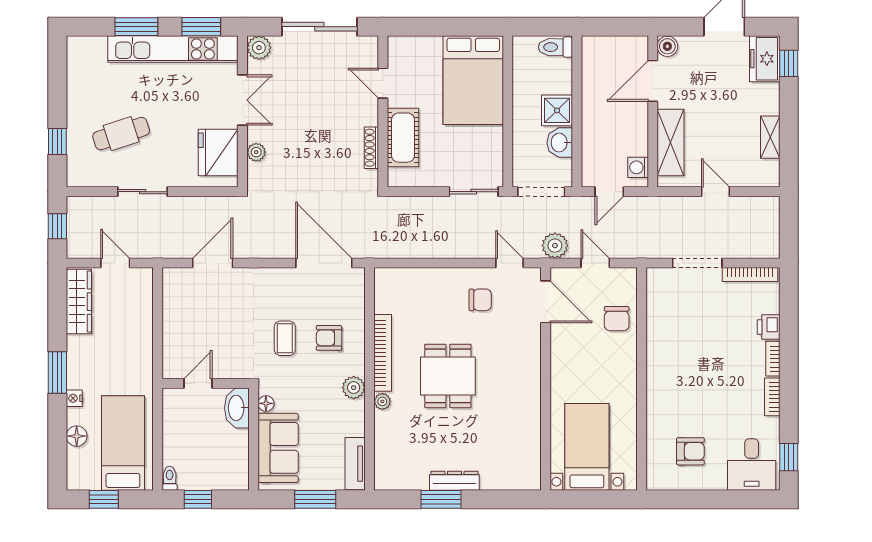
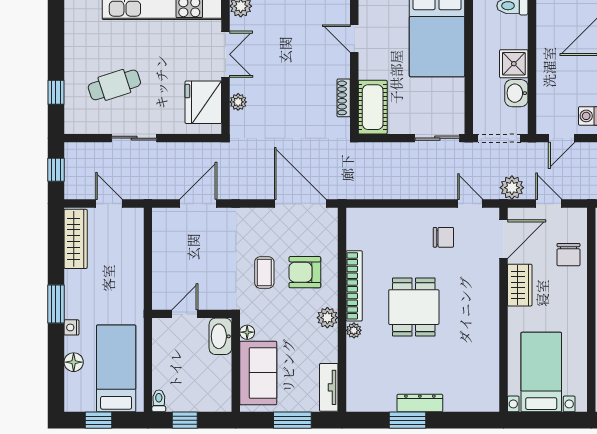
cot: (403, 138) -> (373, 107), moved
door: (546, 302) -> (503, 239), hinge flipped
armchair: (329, 338) -> (305, 272), width x1.38, depth x1.38
wardrobe: (563, 352) -> (520, 285), added

